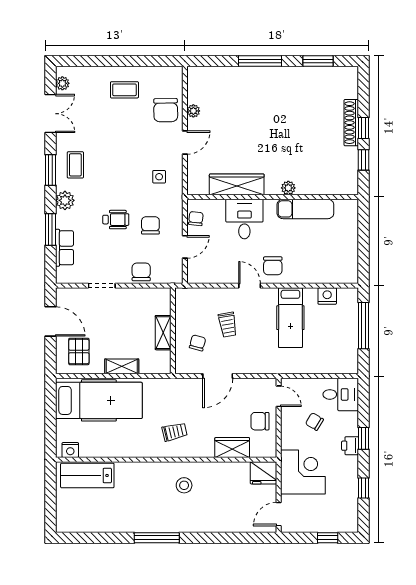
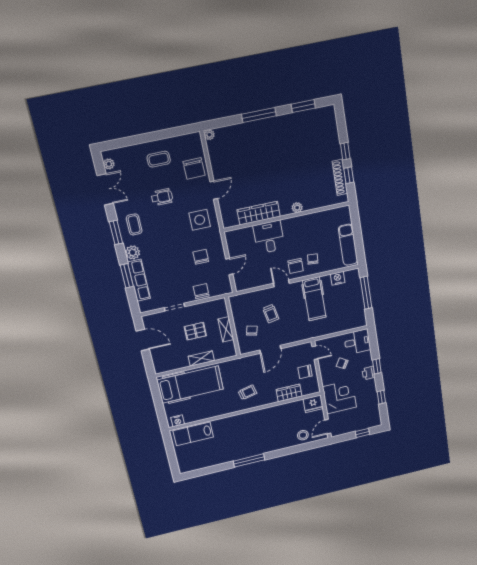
plant: (193, 111) -> (209, 135), moved
shoe rack: (351, 123) -> (340, 177), moved
side table: (159, 177) -> (200, 220), width x1.87, depth x1.87
exam couch: (305, 209) -> (348, 245), moved, turned 90
chair: (196, 219) -> (313, 259), moved
wheelchair: (116, 220) -> (162, 197), moved
row of seats: (64, 248) -> (139, 280), width x1.48
pallet: (79, 351) -> (195, 331), moved, turned 90
stool: (184, 485) -> (303, 435), moved

